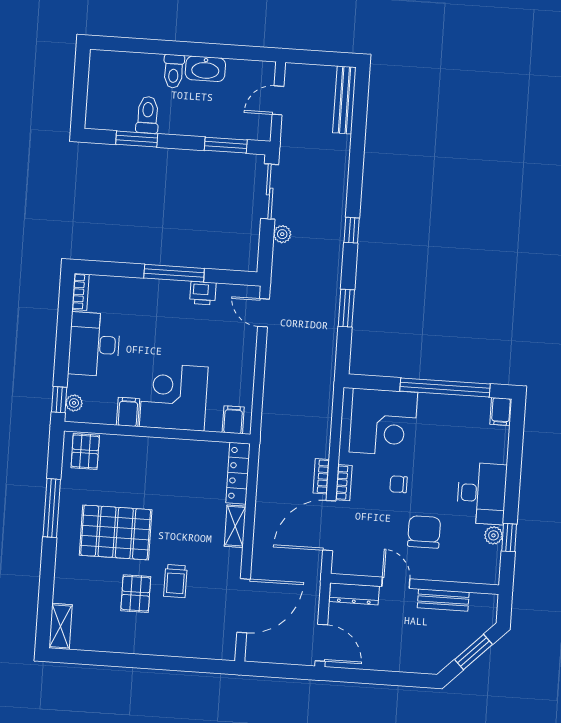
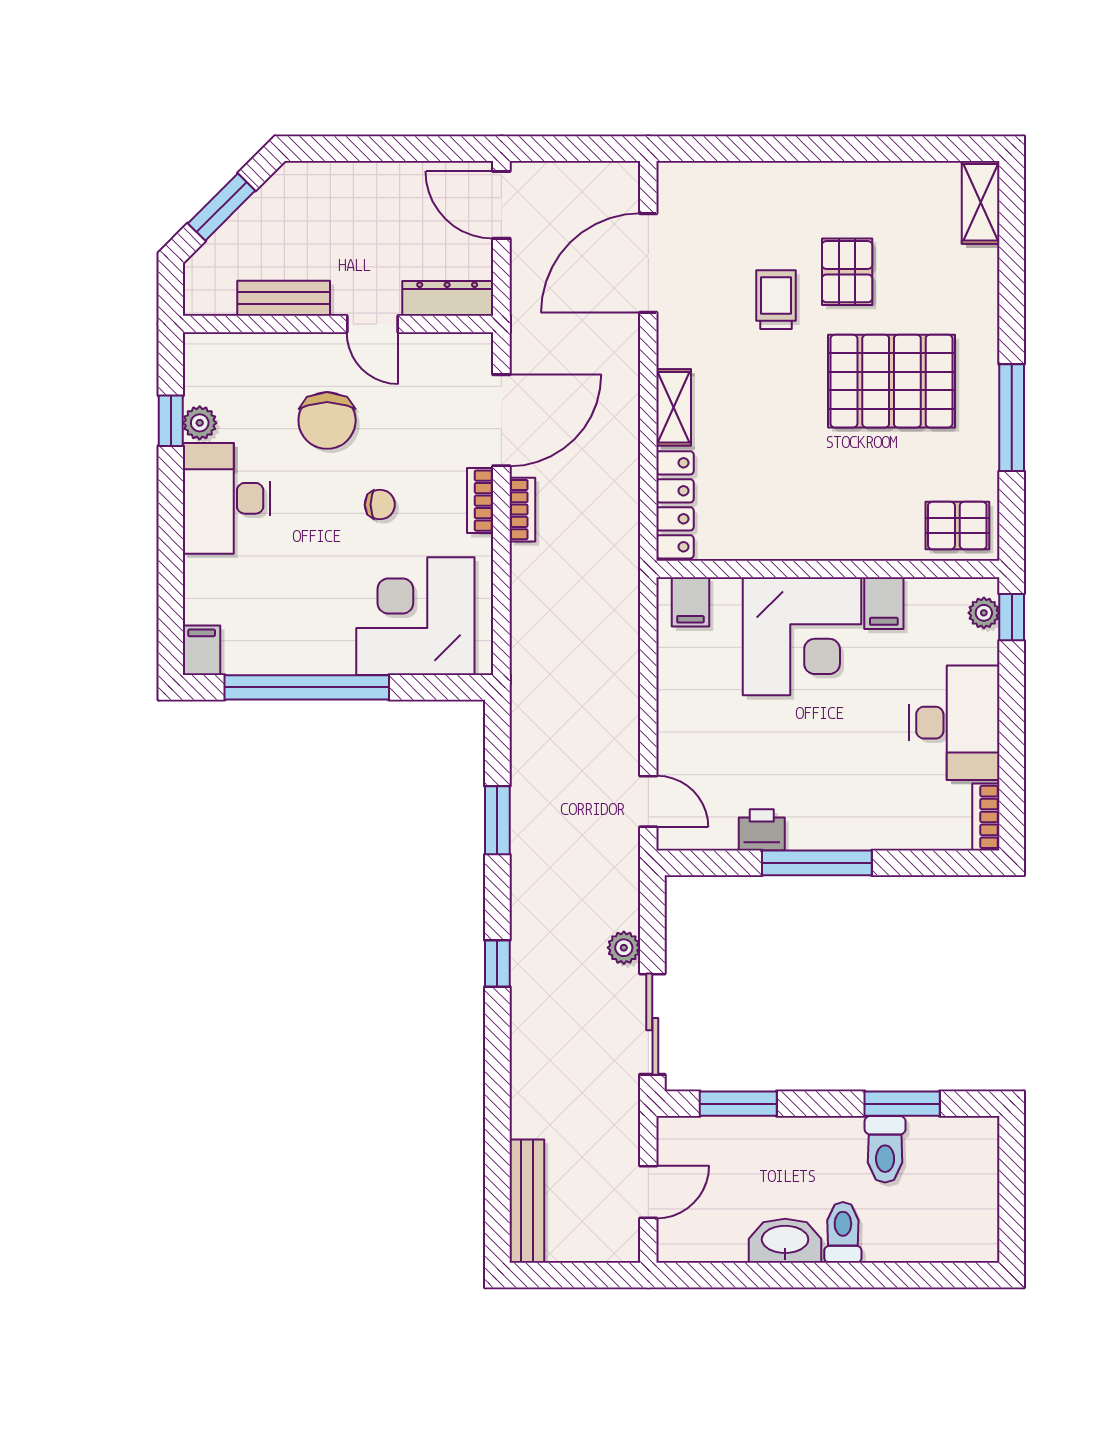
pallet: (85, 451) -> (957, 526), turned 90

